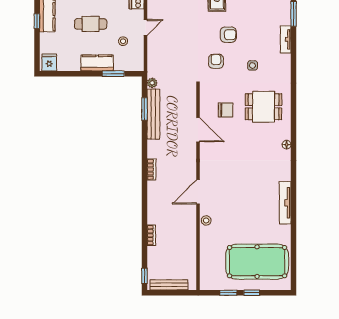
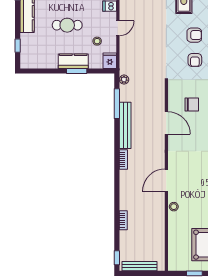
window: (37, 21) -> (18, 46), moved
armchair: (216, 61) -> (195, 60), moved, turned 180
fridge: (49, 62) -> (110, 61), moved
window: (113, 74) -> (77, 71), moved
window: (144, 109) -> (117, 104), width x1.44
bench: (153, 114) -> (125, 125), moved

